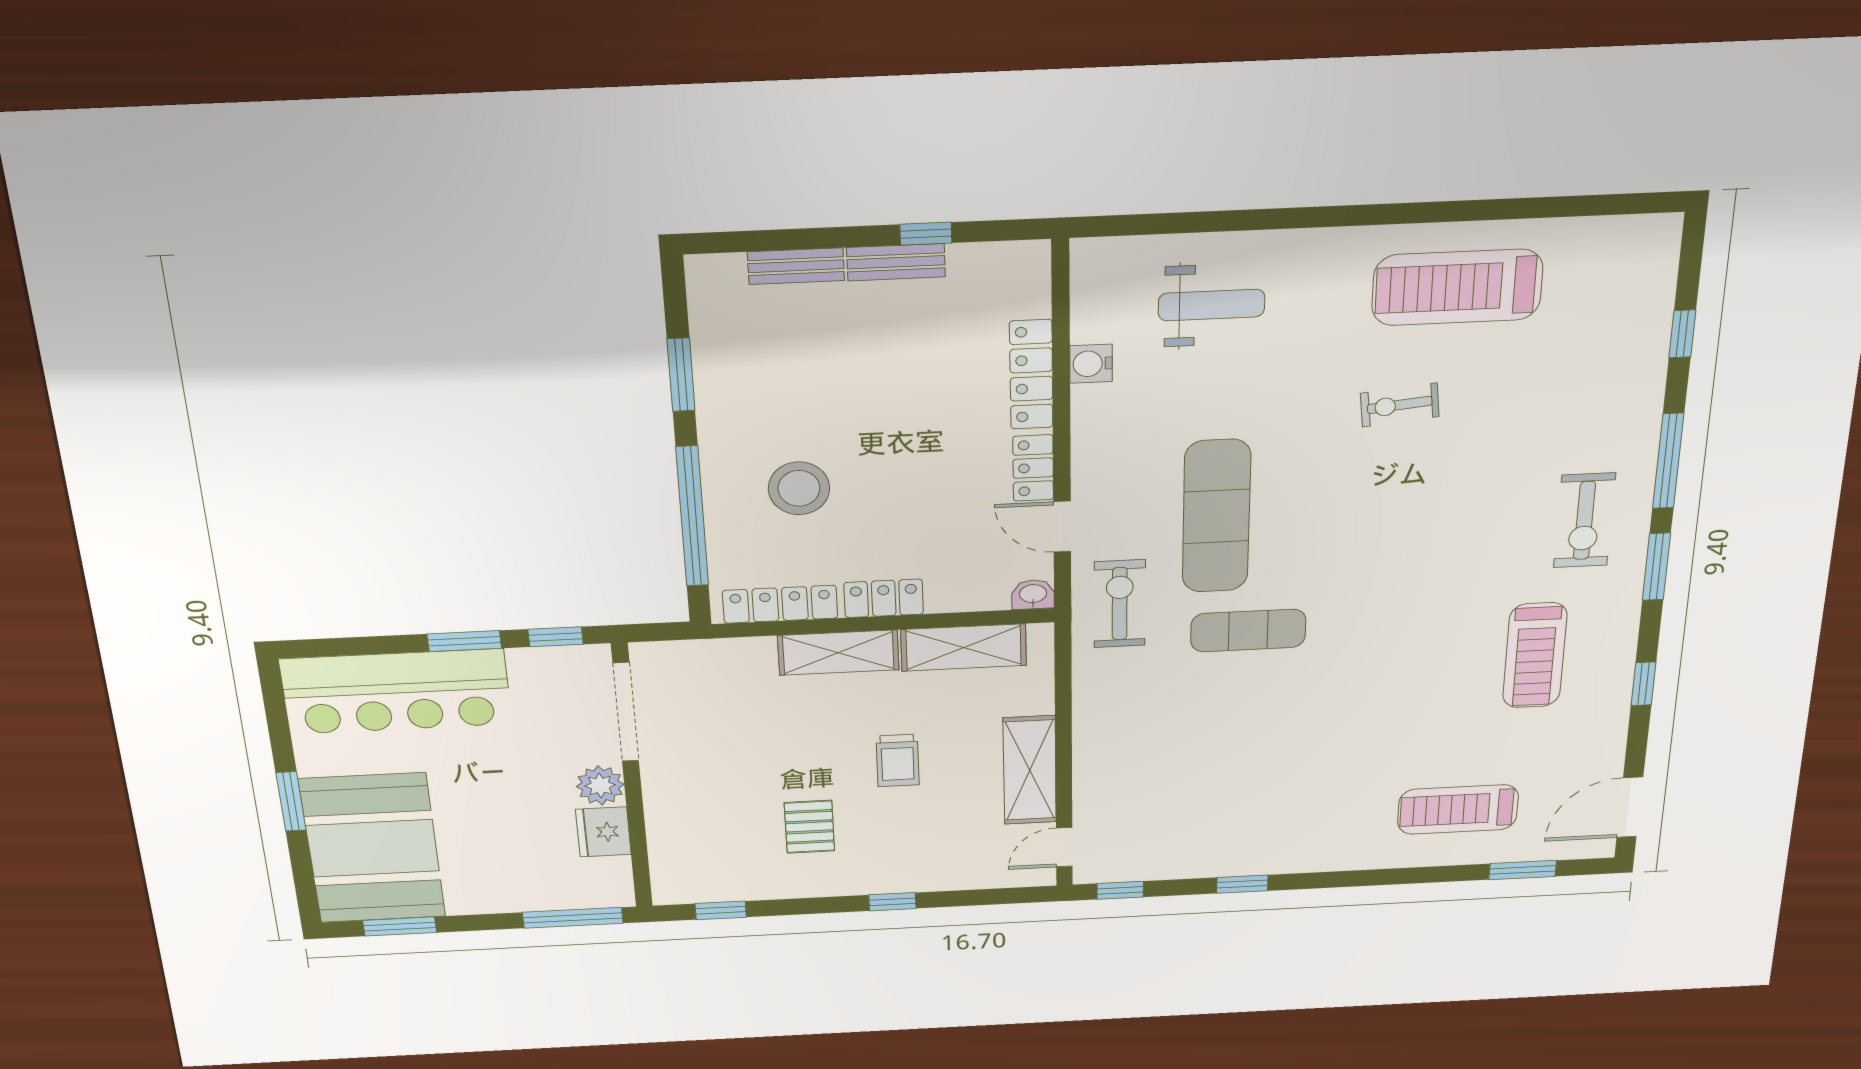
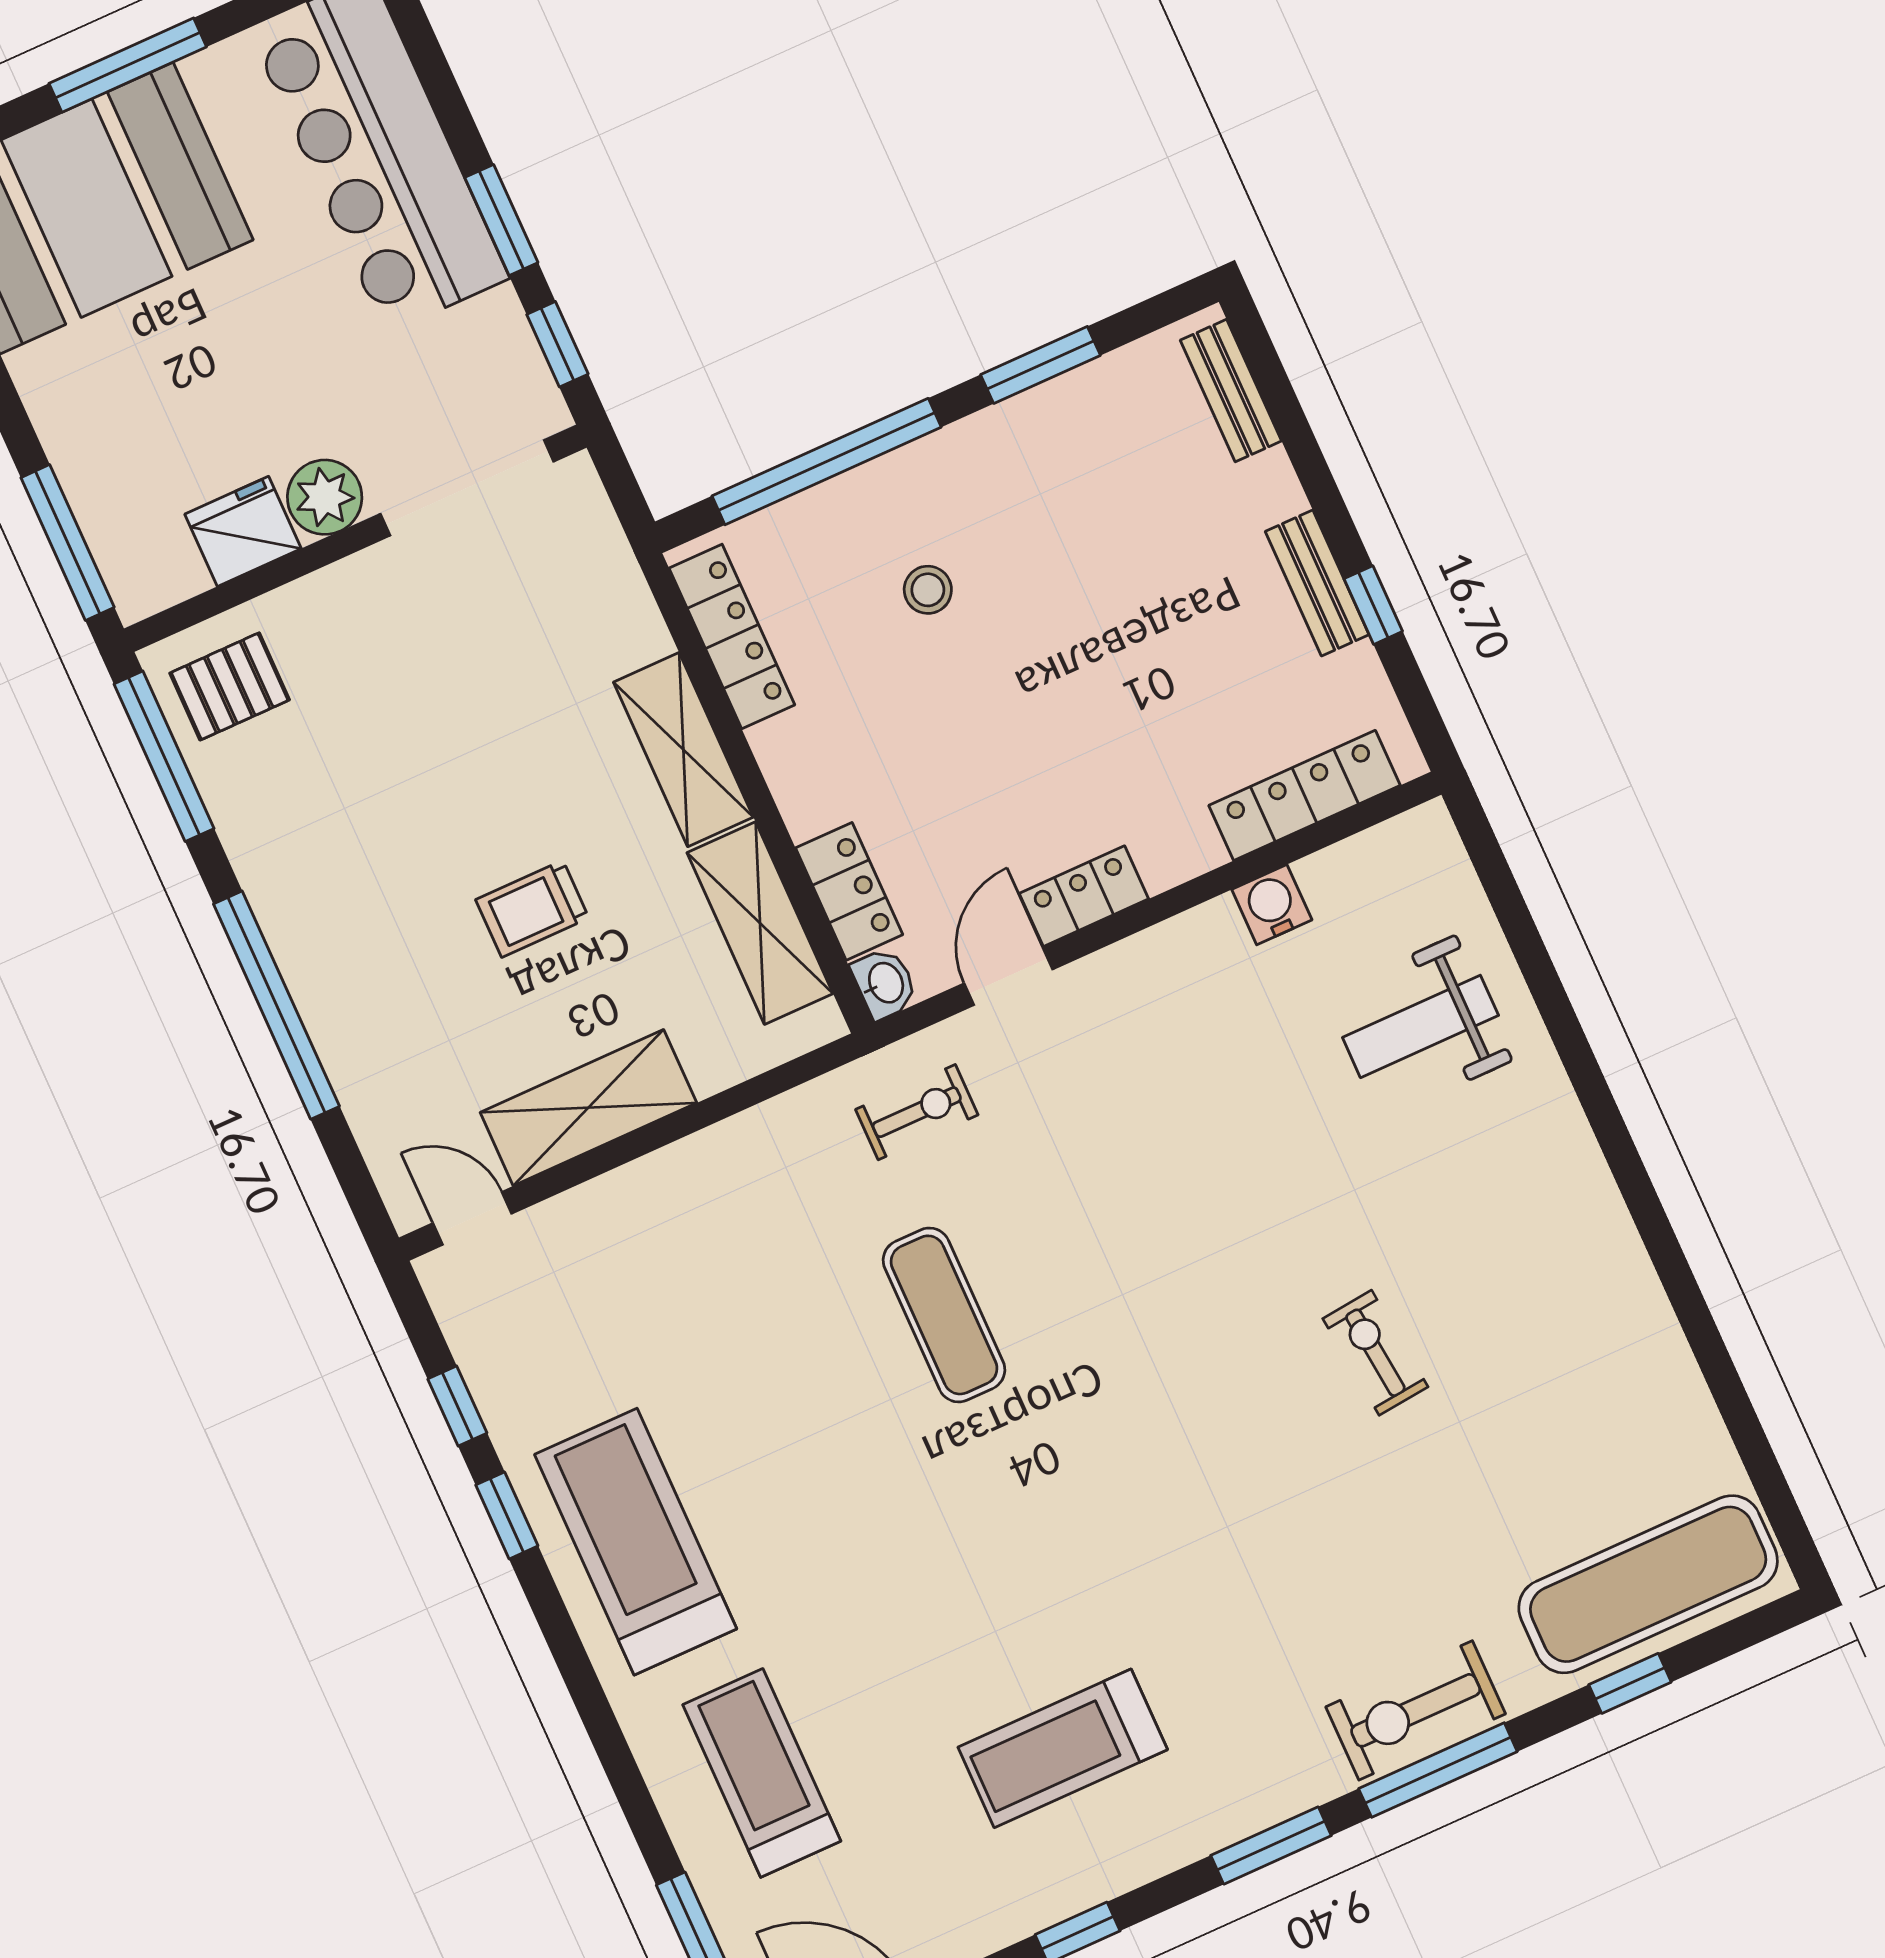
bench: (796, 266) -> (1231, 391), moved
treadmill: (1457, 287) -> (636, 1542), moved
weight bench: (1211, 305) -> (1420, 1026), turned 90
locker: (1031, 375) -> (1304, 795), moved
stool: (799, 488) -> (928, 590), width x0.53, depth x0.53
exercise mat: (1216, 516) -> (1648, 1584), moved
exercise bike: (1585, 520) -> (1416, 1710), moved
locker: (884, 598) -> (849, 891), moved
exercise bike: (1120, 604) -> (917, 1112), width x0.73, depth x0.72
window: (291, 801) -> (128, 65), width x1.44
pallet: (809, 827) -> (230, 686), moved
window: (1120, 890) -> (457, 1406), moved
window: (892, 902) -> (276, 1005), width x3.17
window: (721, 910) -> (164, 756), width x2.17

